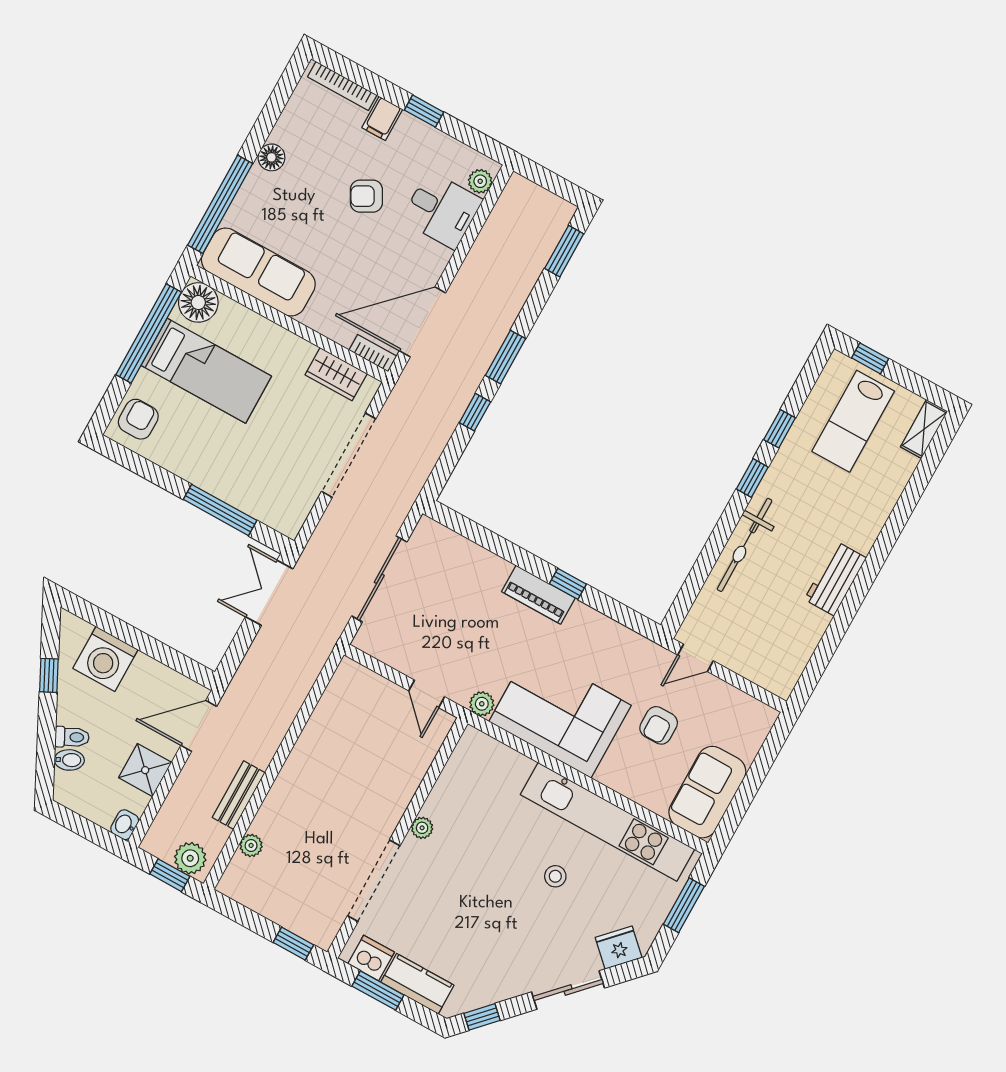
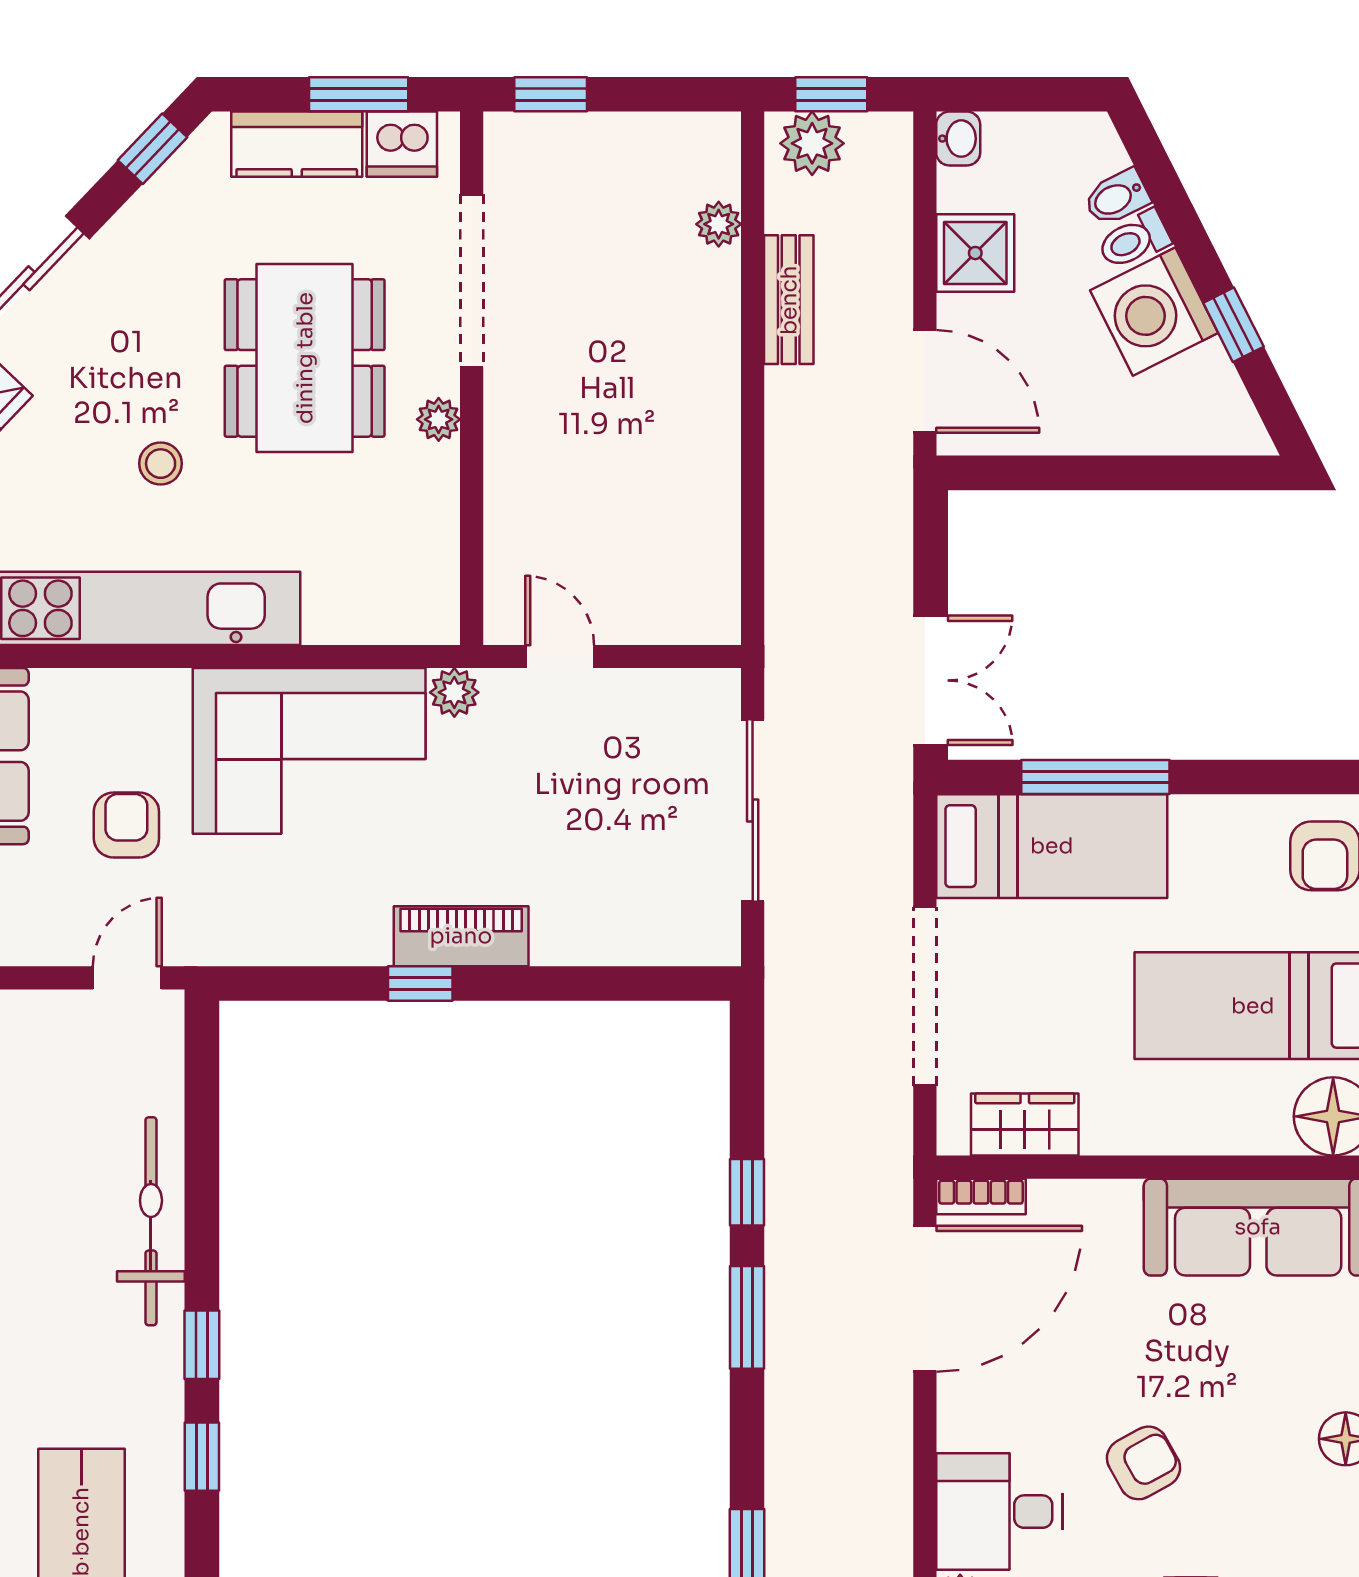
bed: (256, 490) -> (1052, 846), added
washing machine: (105, 659) -> (1154, 312), moved, turned -117
door: (199, 726) -> (925, 381), hinge flipped
dining table: (466, 888) -> (305, 358), added

